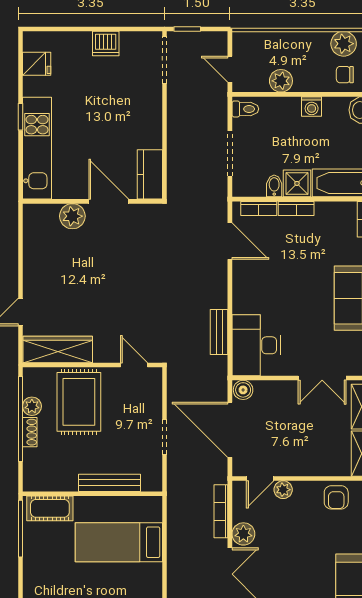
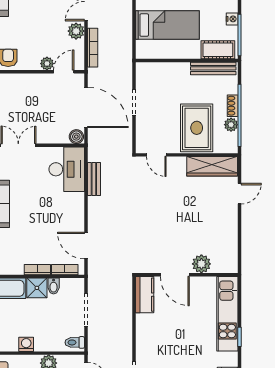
bench: (109, 483) -> (213, 68), moved
nightstand: (31, 551) -> (232, 19), added

